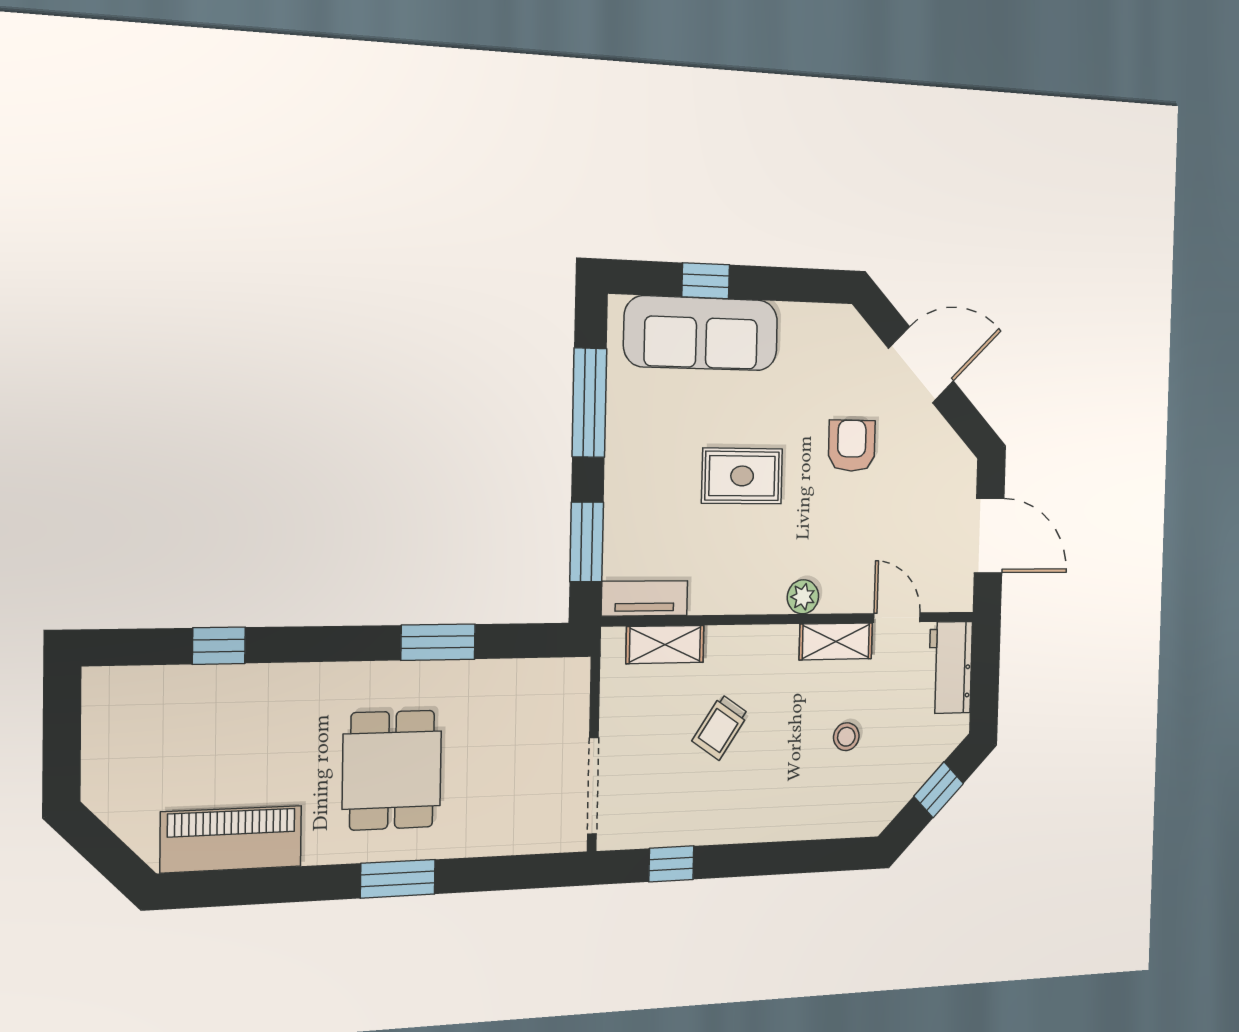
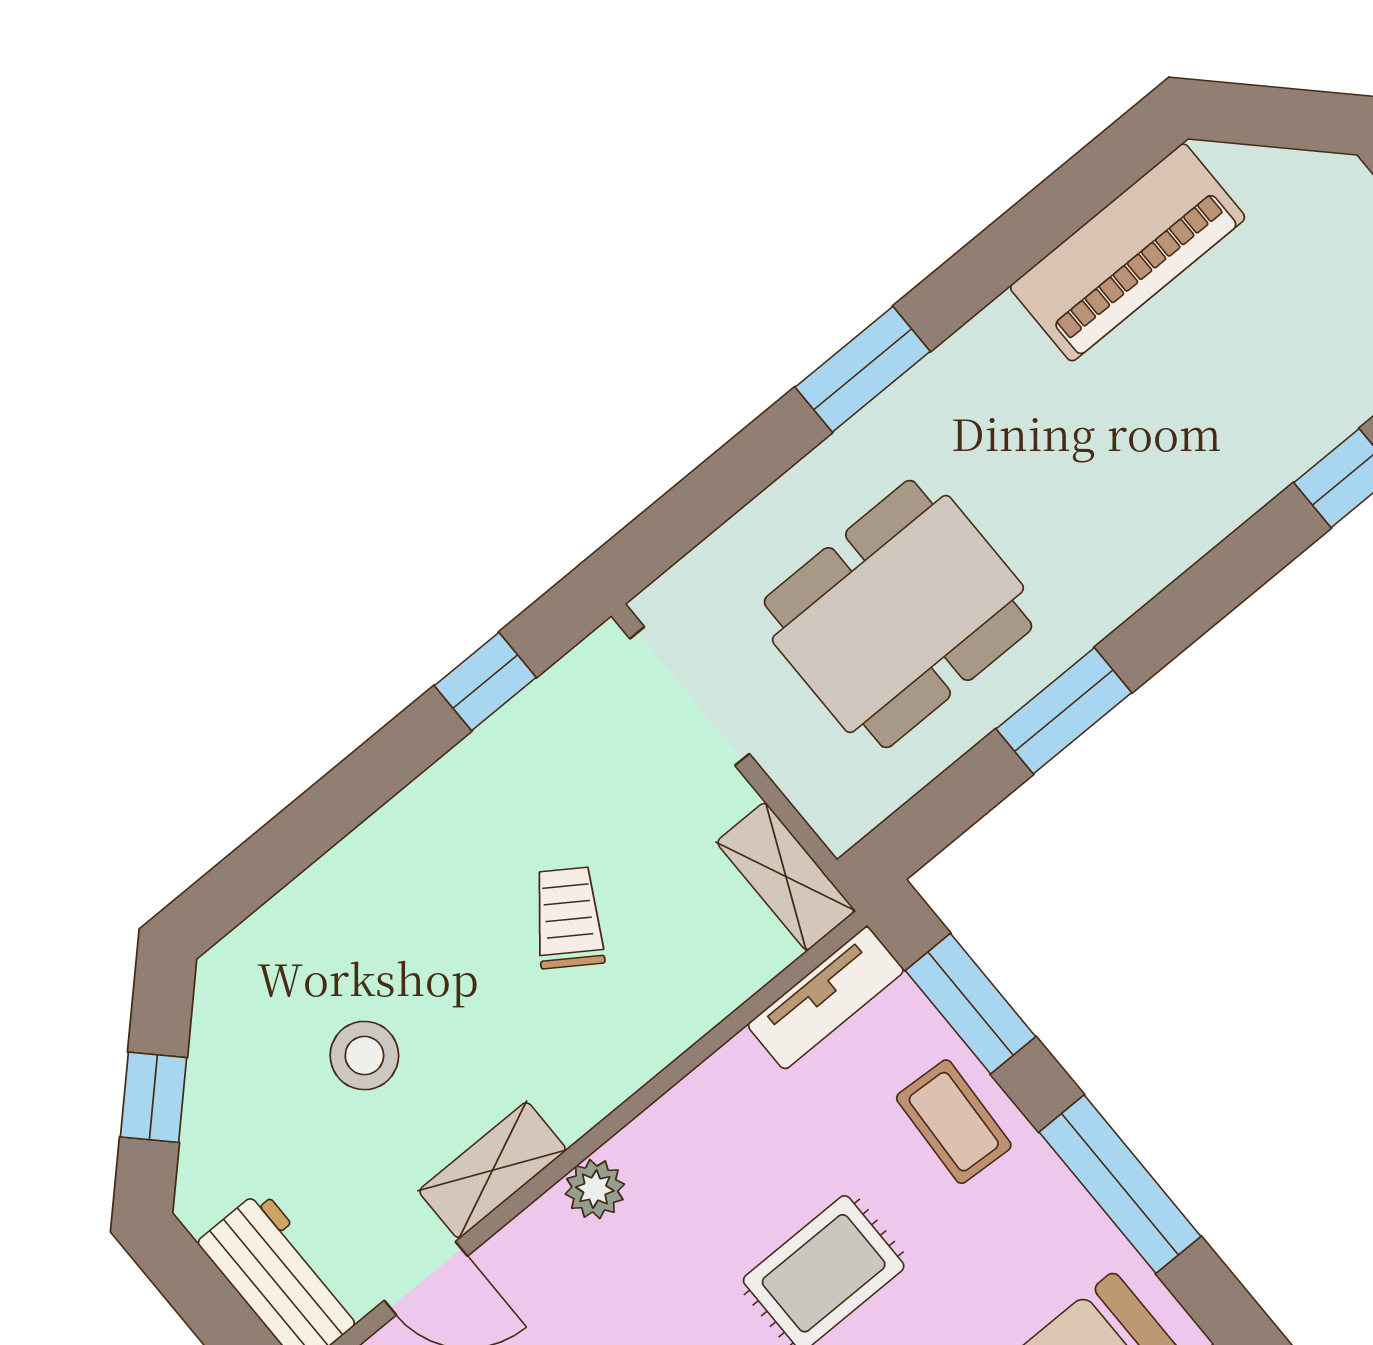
coffee table: (636, 495) -> (954, 1122), added
shelving: (665, 644) -> (786, 876), moved, turned 90
stool: (846, 737) -> (364, 1056), width x1.37, depth x1.37
dining table: (392, 770) -> (898, 614), moved, width x1.38

